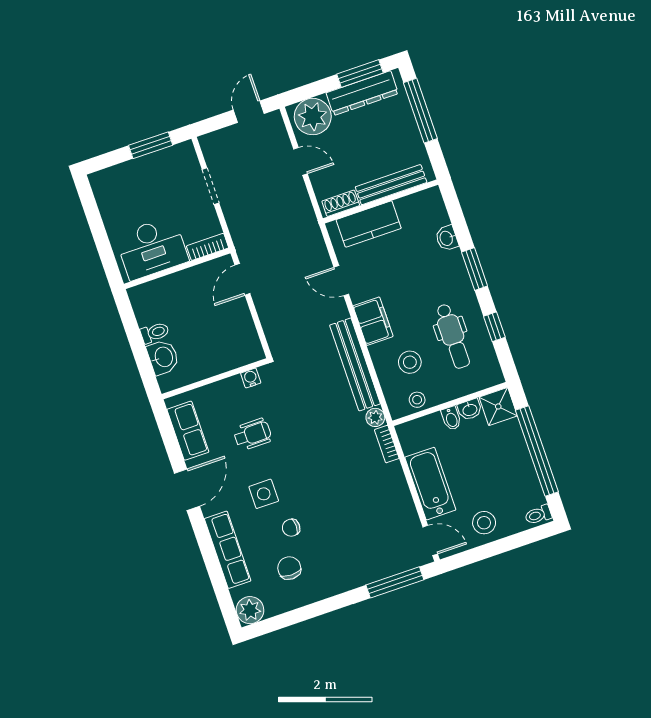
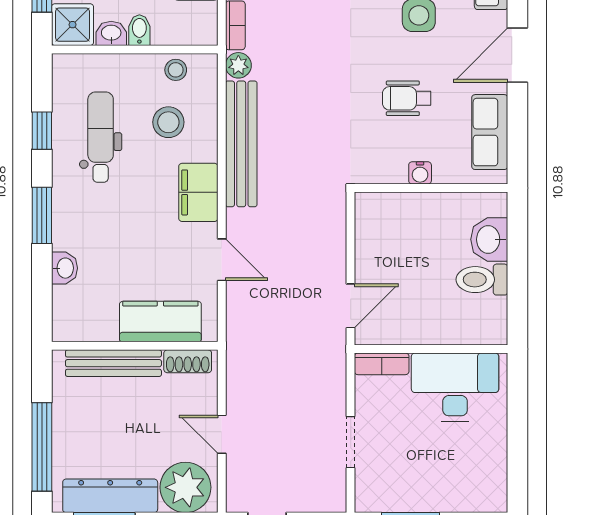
toilet: (155, 333) -> (482, 280), width x1.37, depth x1.39
water cooler: (251, 378) -> (420, 173), moved

